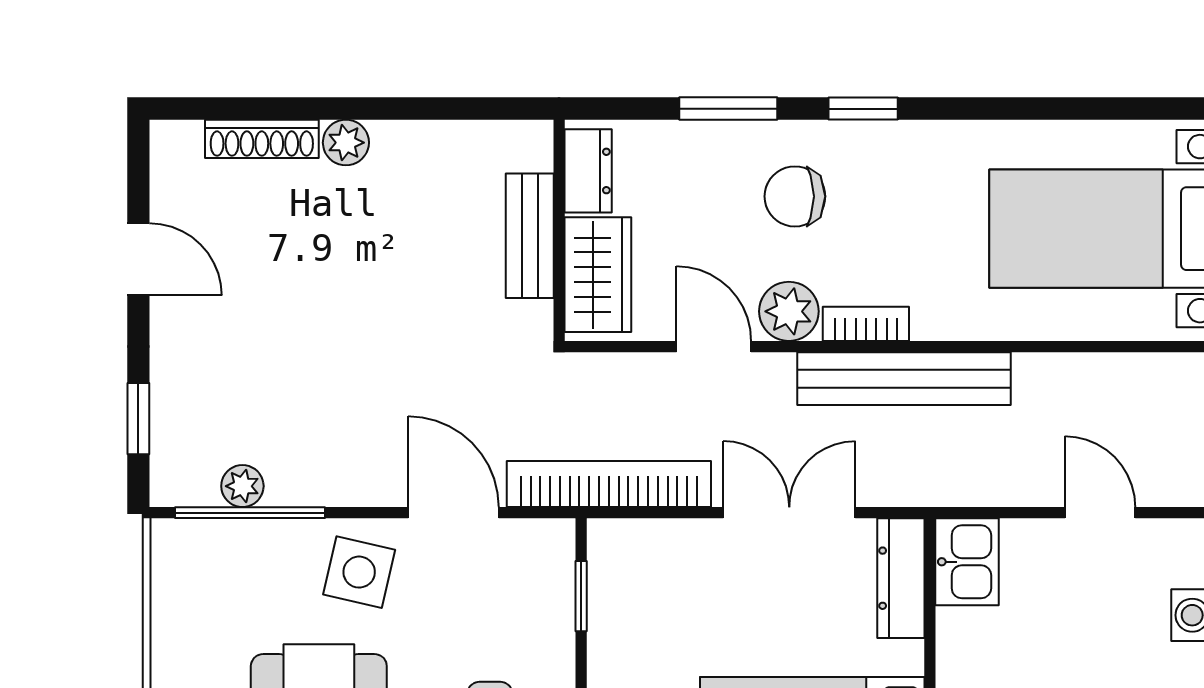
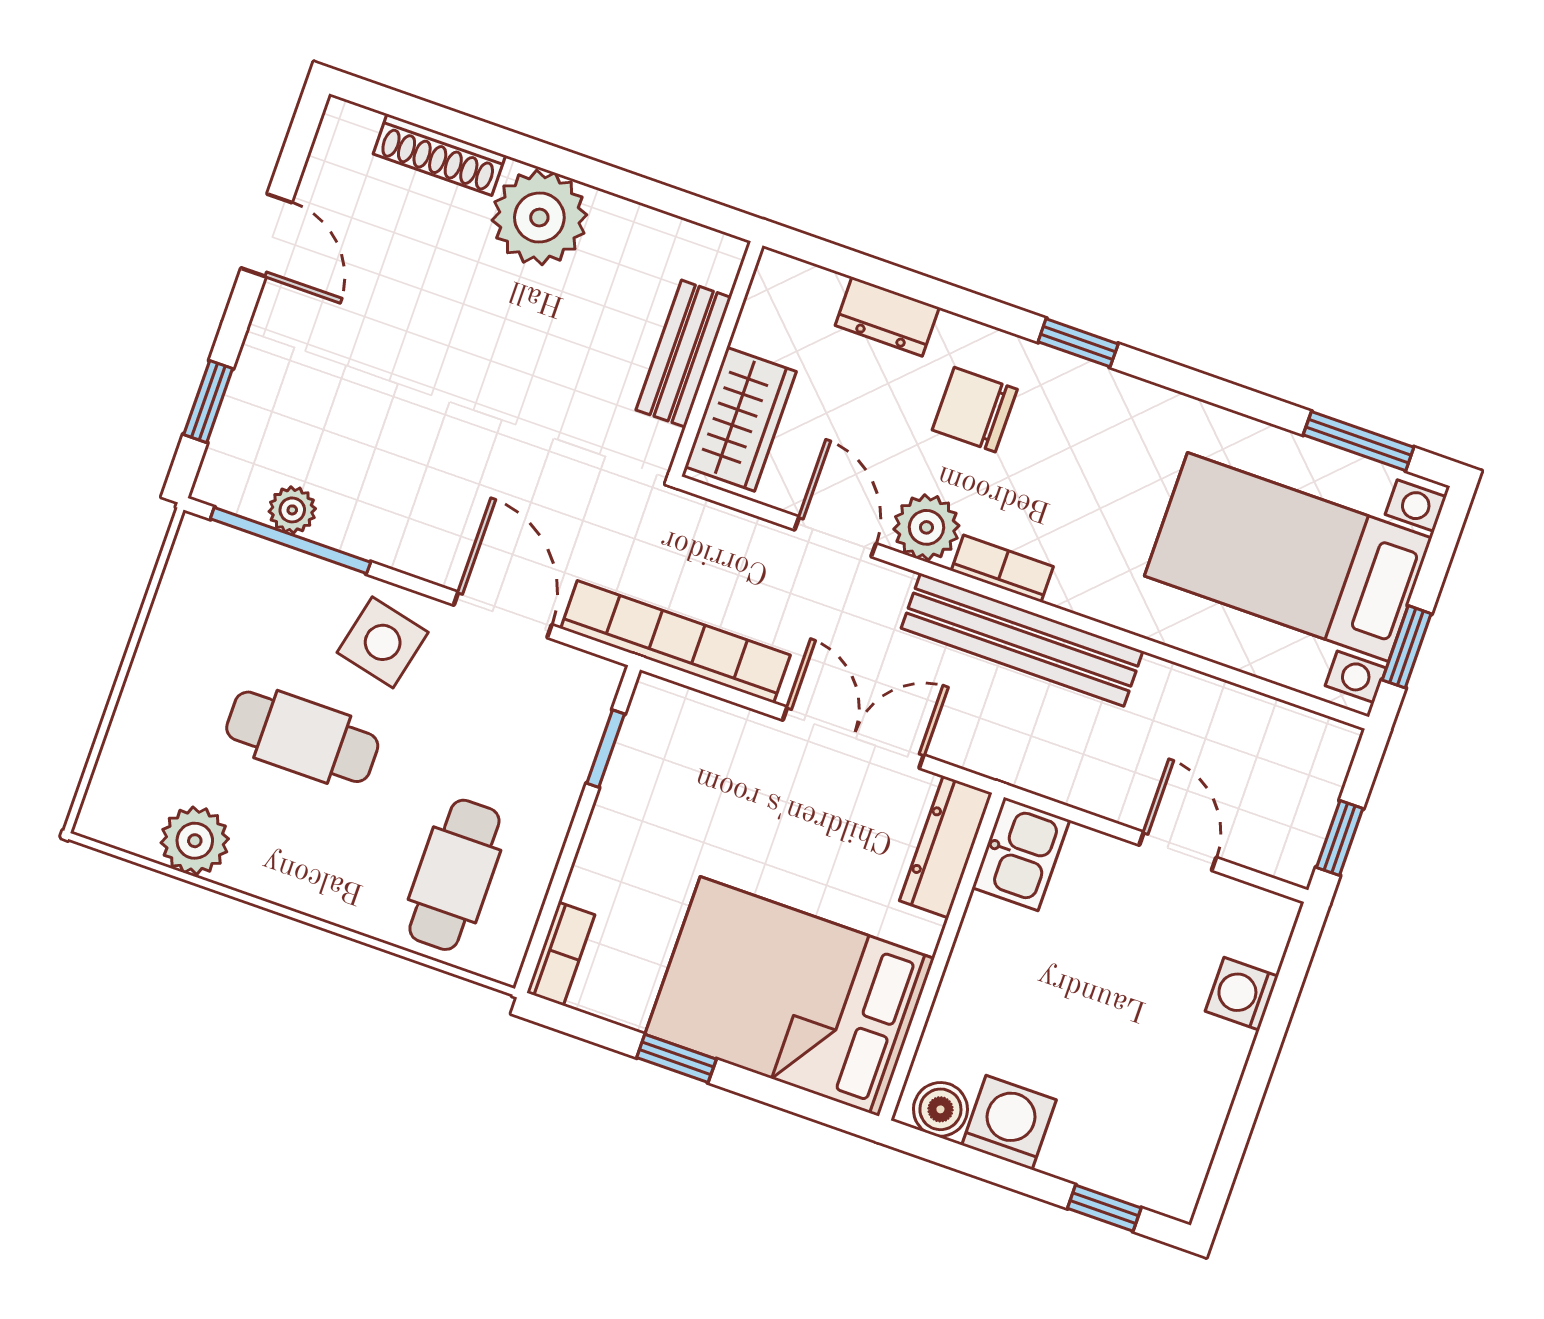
window: (728, 109) -> (1359, 441), moved
plant: (346, 143) -> (539, 217), width x1.88, depth x1.88
dresser: (588, 171) -> (887, 316), moved, turned 90

